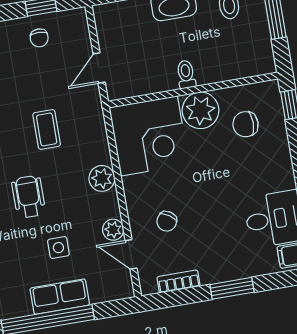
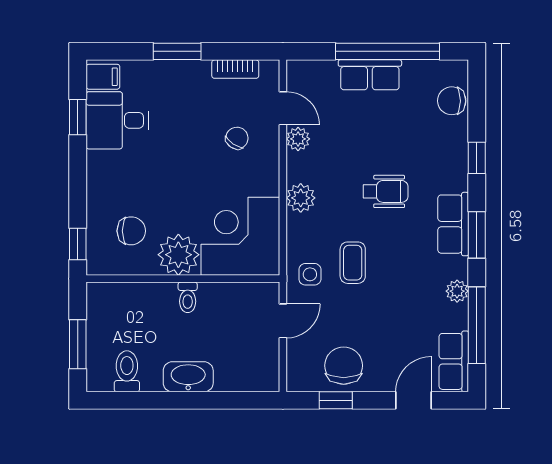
chair: (39, 38) -> (344, 366), width x1.87, depth x1.87
wheelchair: (29, 197) -> (386, 191), turned -90
side table: (58, 248) -> (310, 274), moved

